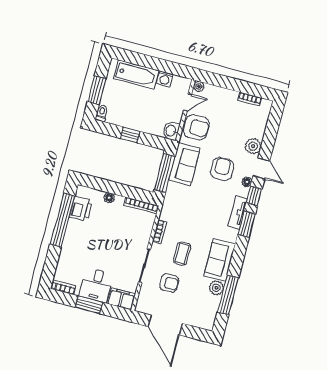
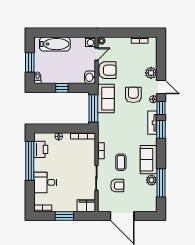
washing machine: (165, 79) -> (90, 42), moved
desk: (96, 285) -> (45, 182), moved, turned 90

